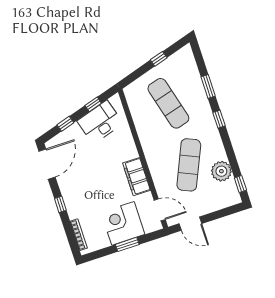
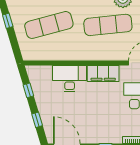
desk: (100, 122) -> (70, 79), moved, turned 107
exercise mat: (189, 165) -> (108, 25), turned -30

